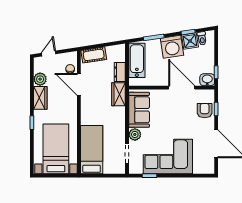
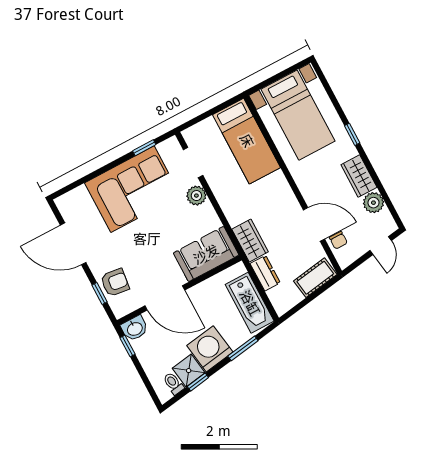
sofa: (139, 110) -> (206, 254), moved, turned 90
armchair: (205, 111) -> (115, 282), turned -83

